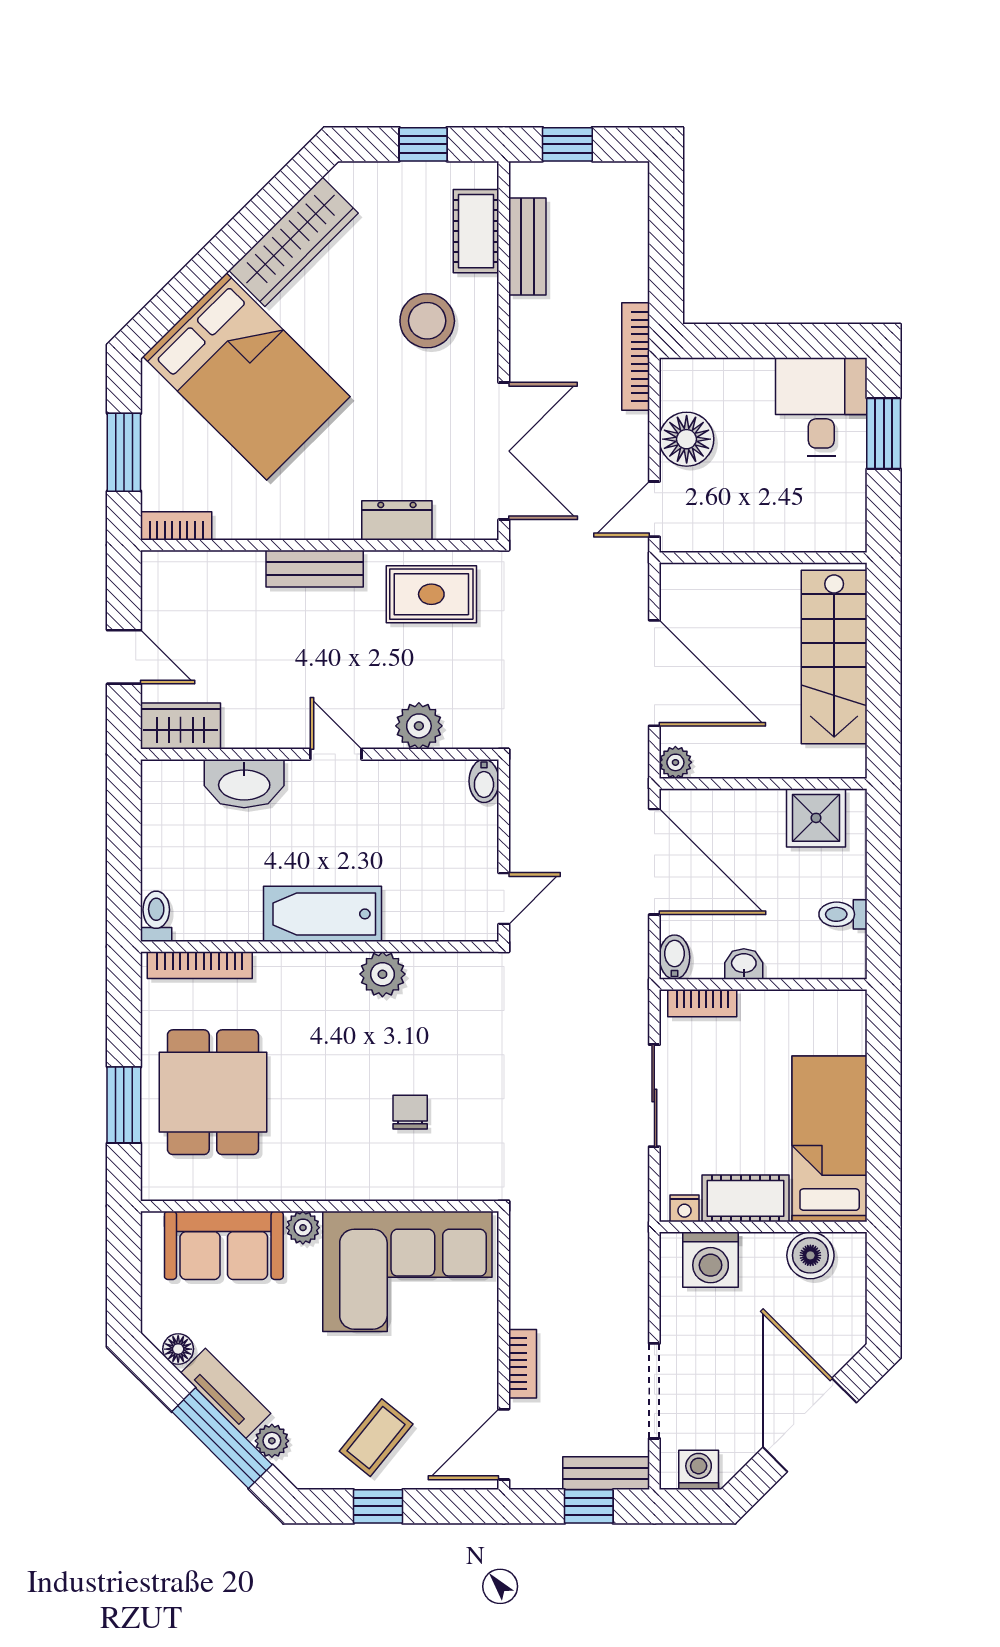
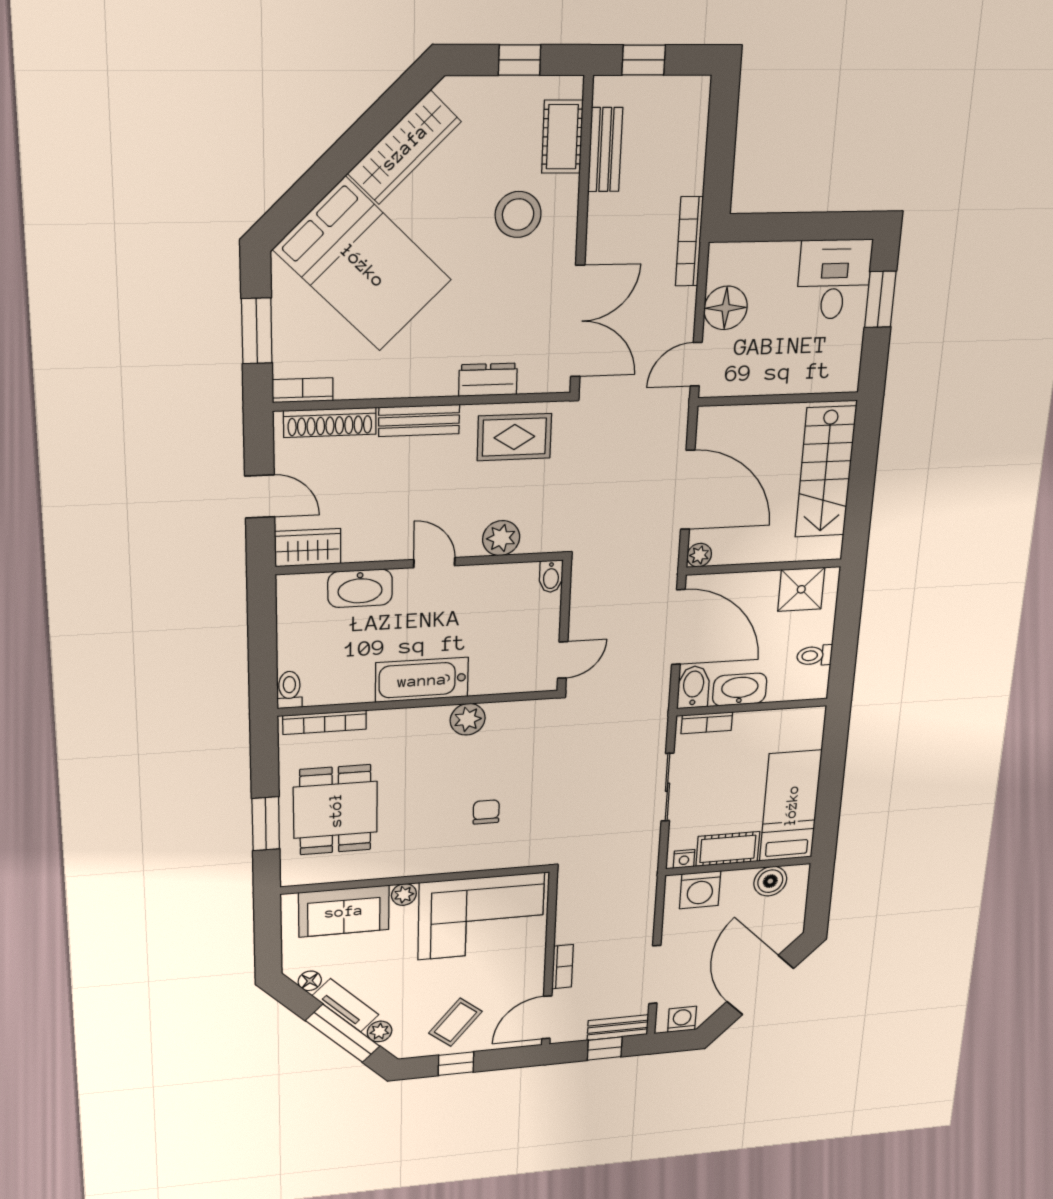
shoe rack: (208, 567) -> (330, 422), added
bidet: (675, 957) -> (693, 687), width x1.38, depth x1.36
washbasin: (744, 964) -> (740, 690), width x1.91, depth x1.45

